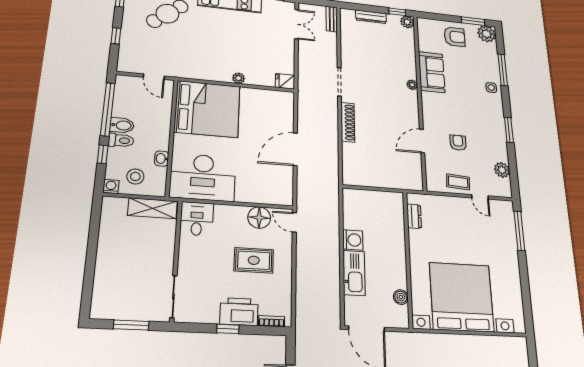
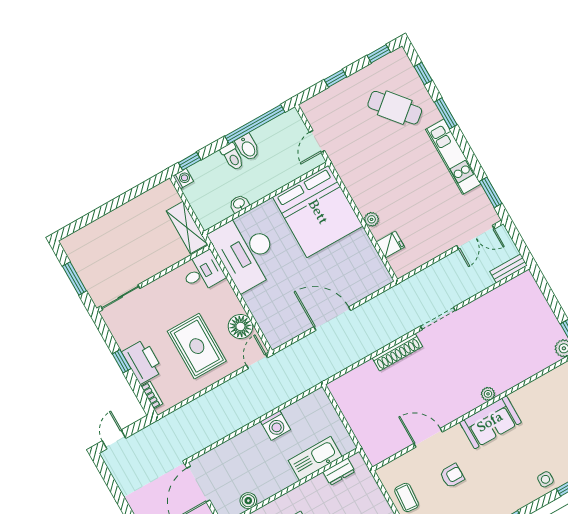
dresser: (371, 17) -> (542, 307), removed
sofa: (432, 72) -> (490, 422), moved
fridge: (285, 81) -> (390, 244), moved, turned 90
window: (103, 154) -> (190, 161), moved
stool: (135, 176) -> (207, 193), removed
rug: (254, 260) -> (197, 346), width x1.36, depth x1.43
kitchen sink: (354, 273) -> (315, 459), moved, turned 180

